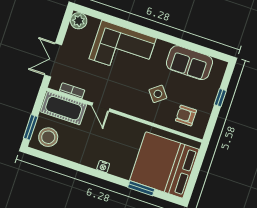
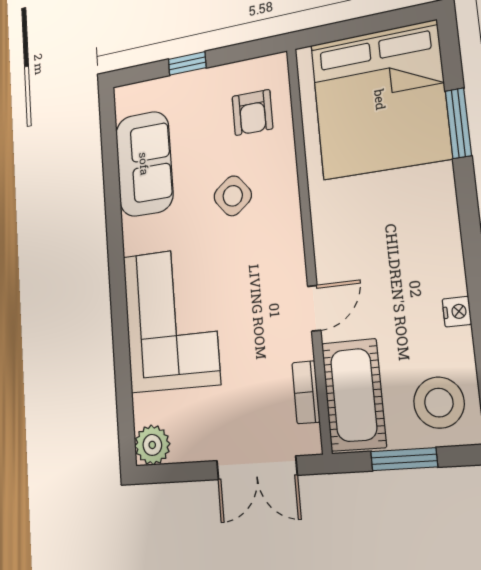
window: (31, 127) -> (404, 459), moved
nightstand: (103, 167) -> (457, 312), moved

